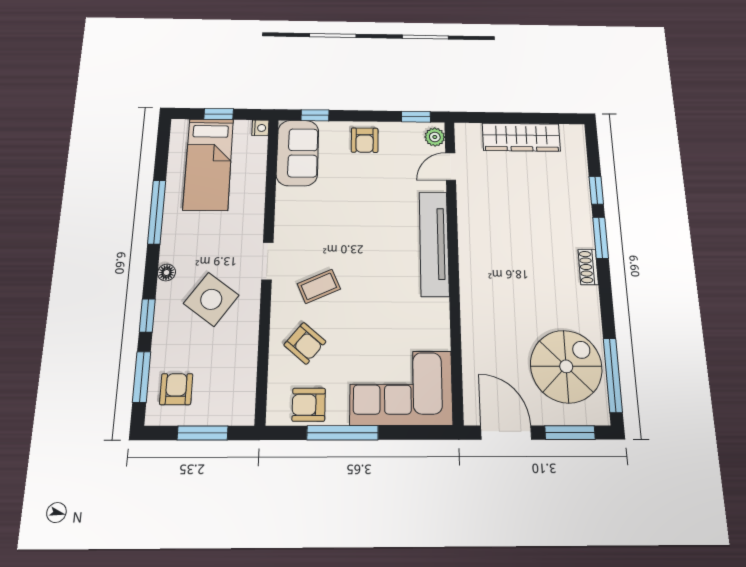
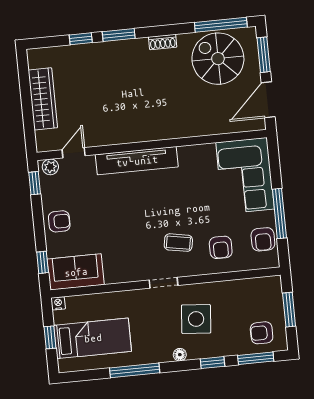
door: (451, 167) -> (74, 153), swing flipped
shoe rack: (588, 267) -> (163, 42), moved
coffee table: (319, 286) -> (178, 243), turned -56
side table: (211, 299) -> (196, 319), turned -31
armchair: (305, 343) -> (221, 247), turned 140

